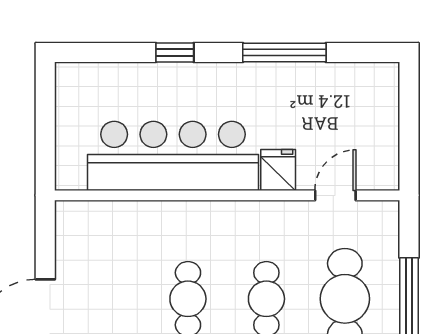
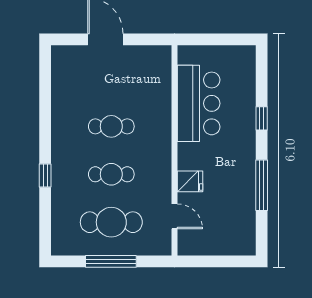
bar counter: (173, 156) -> (199, 103), width x0.73

